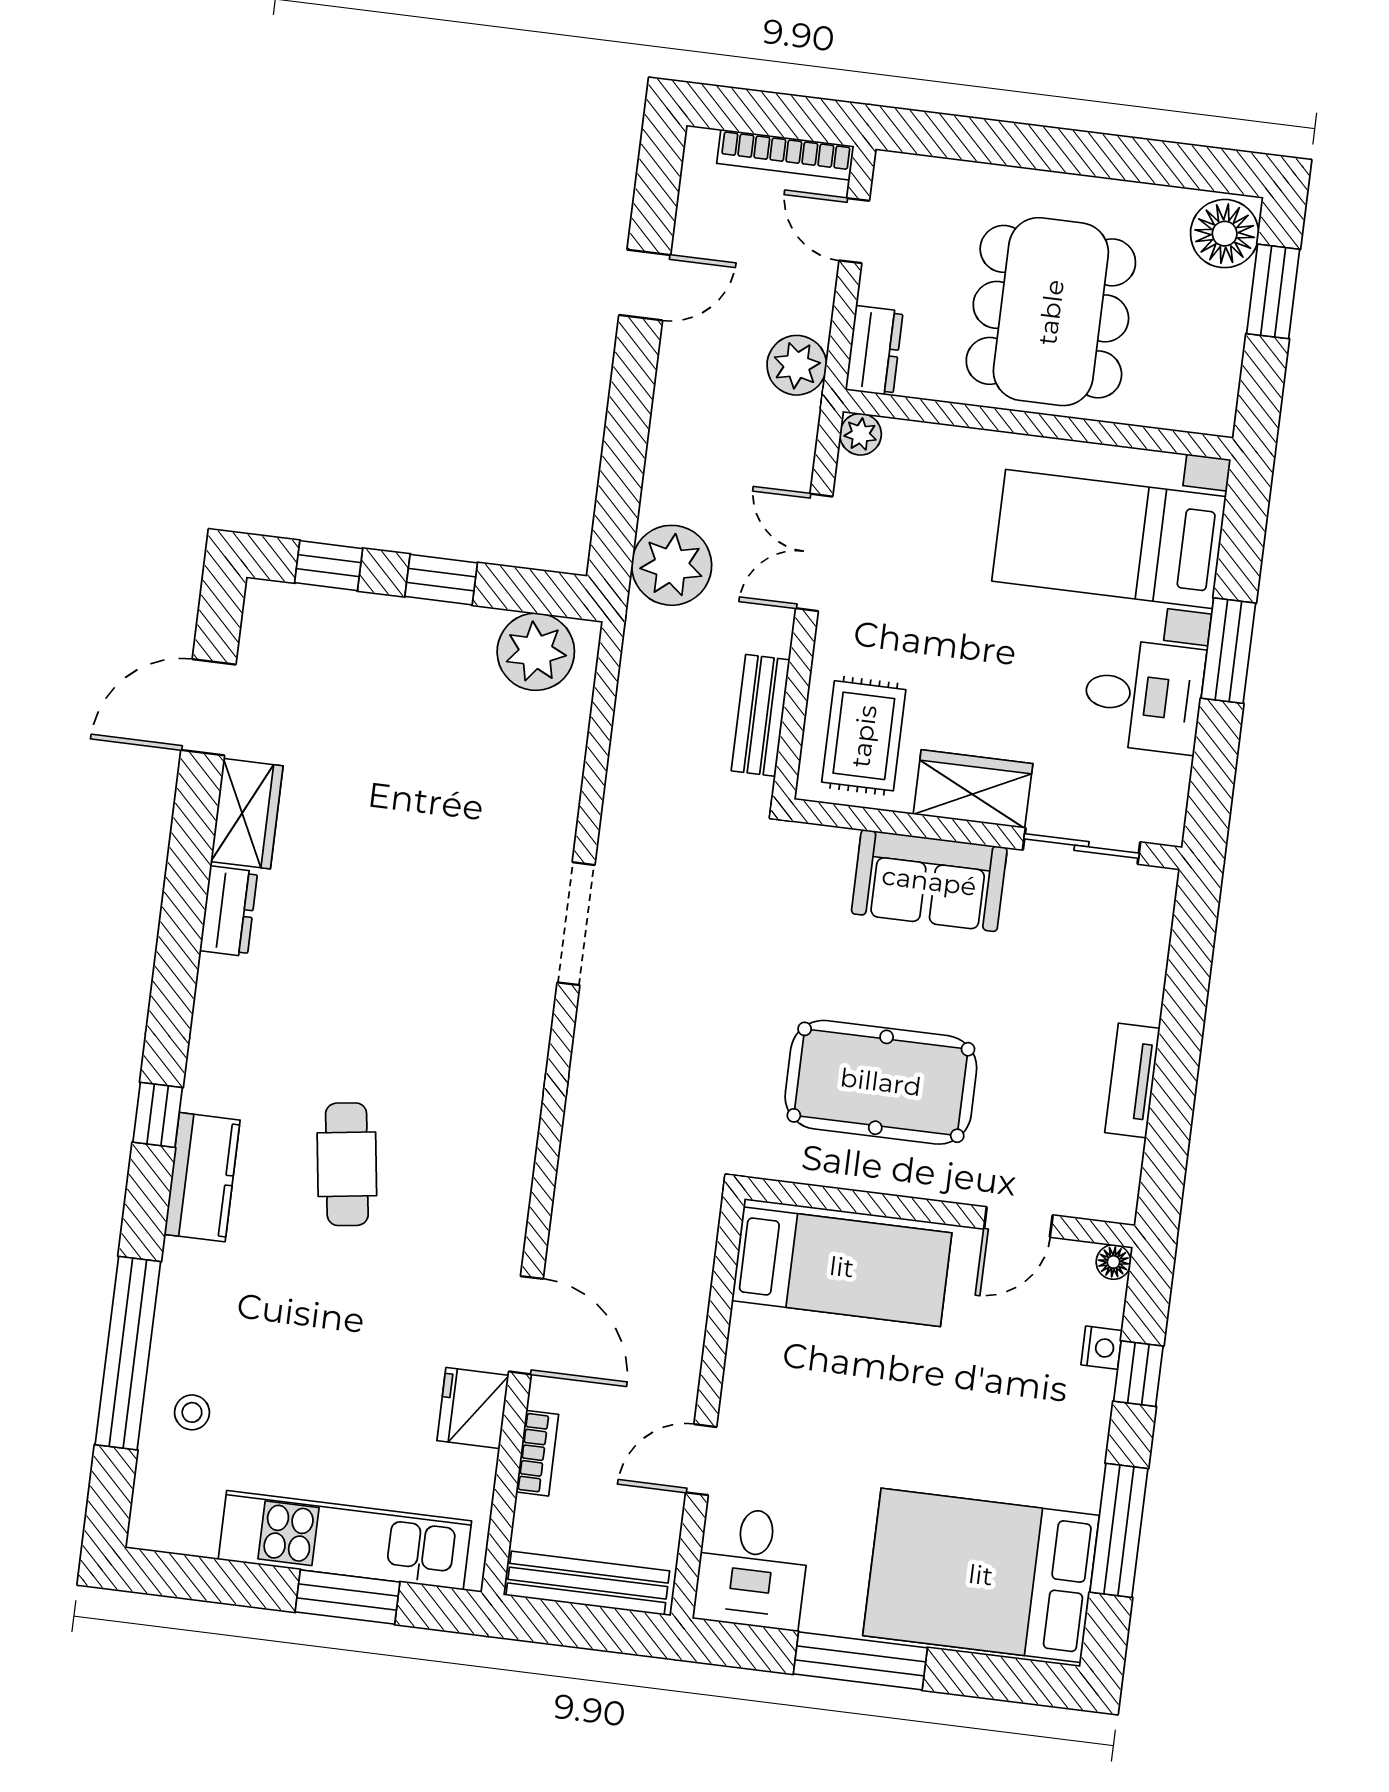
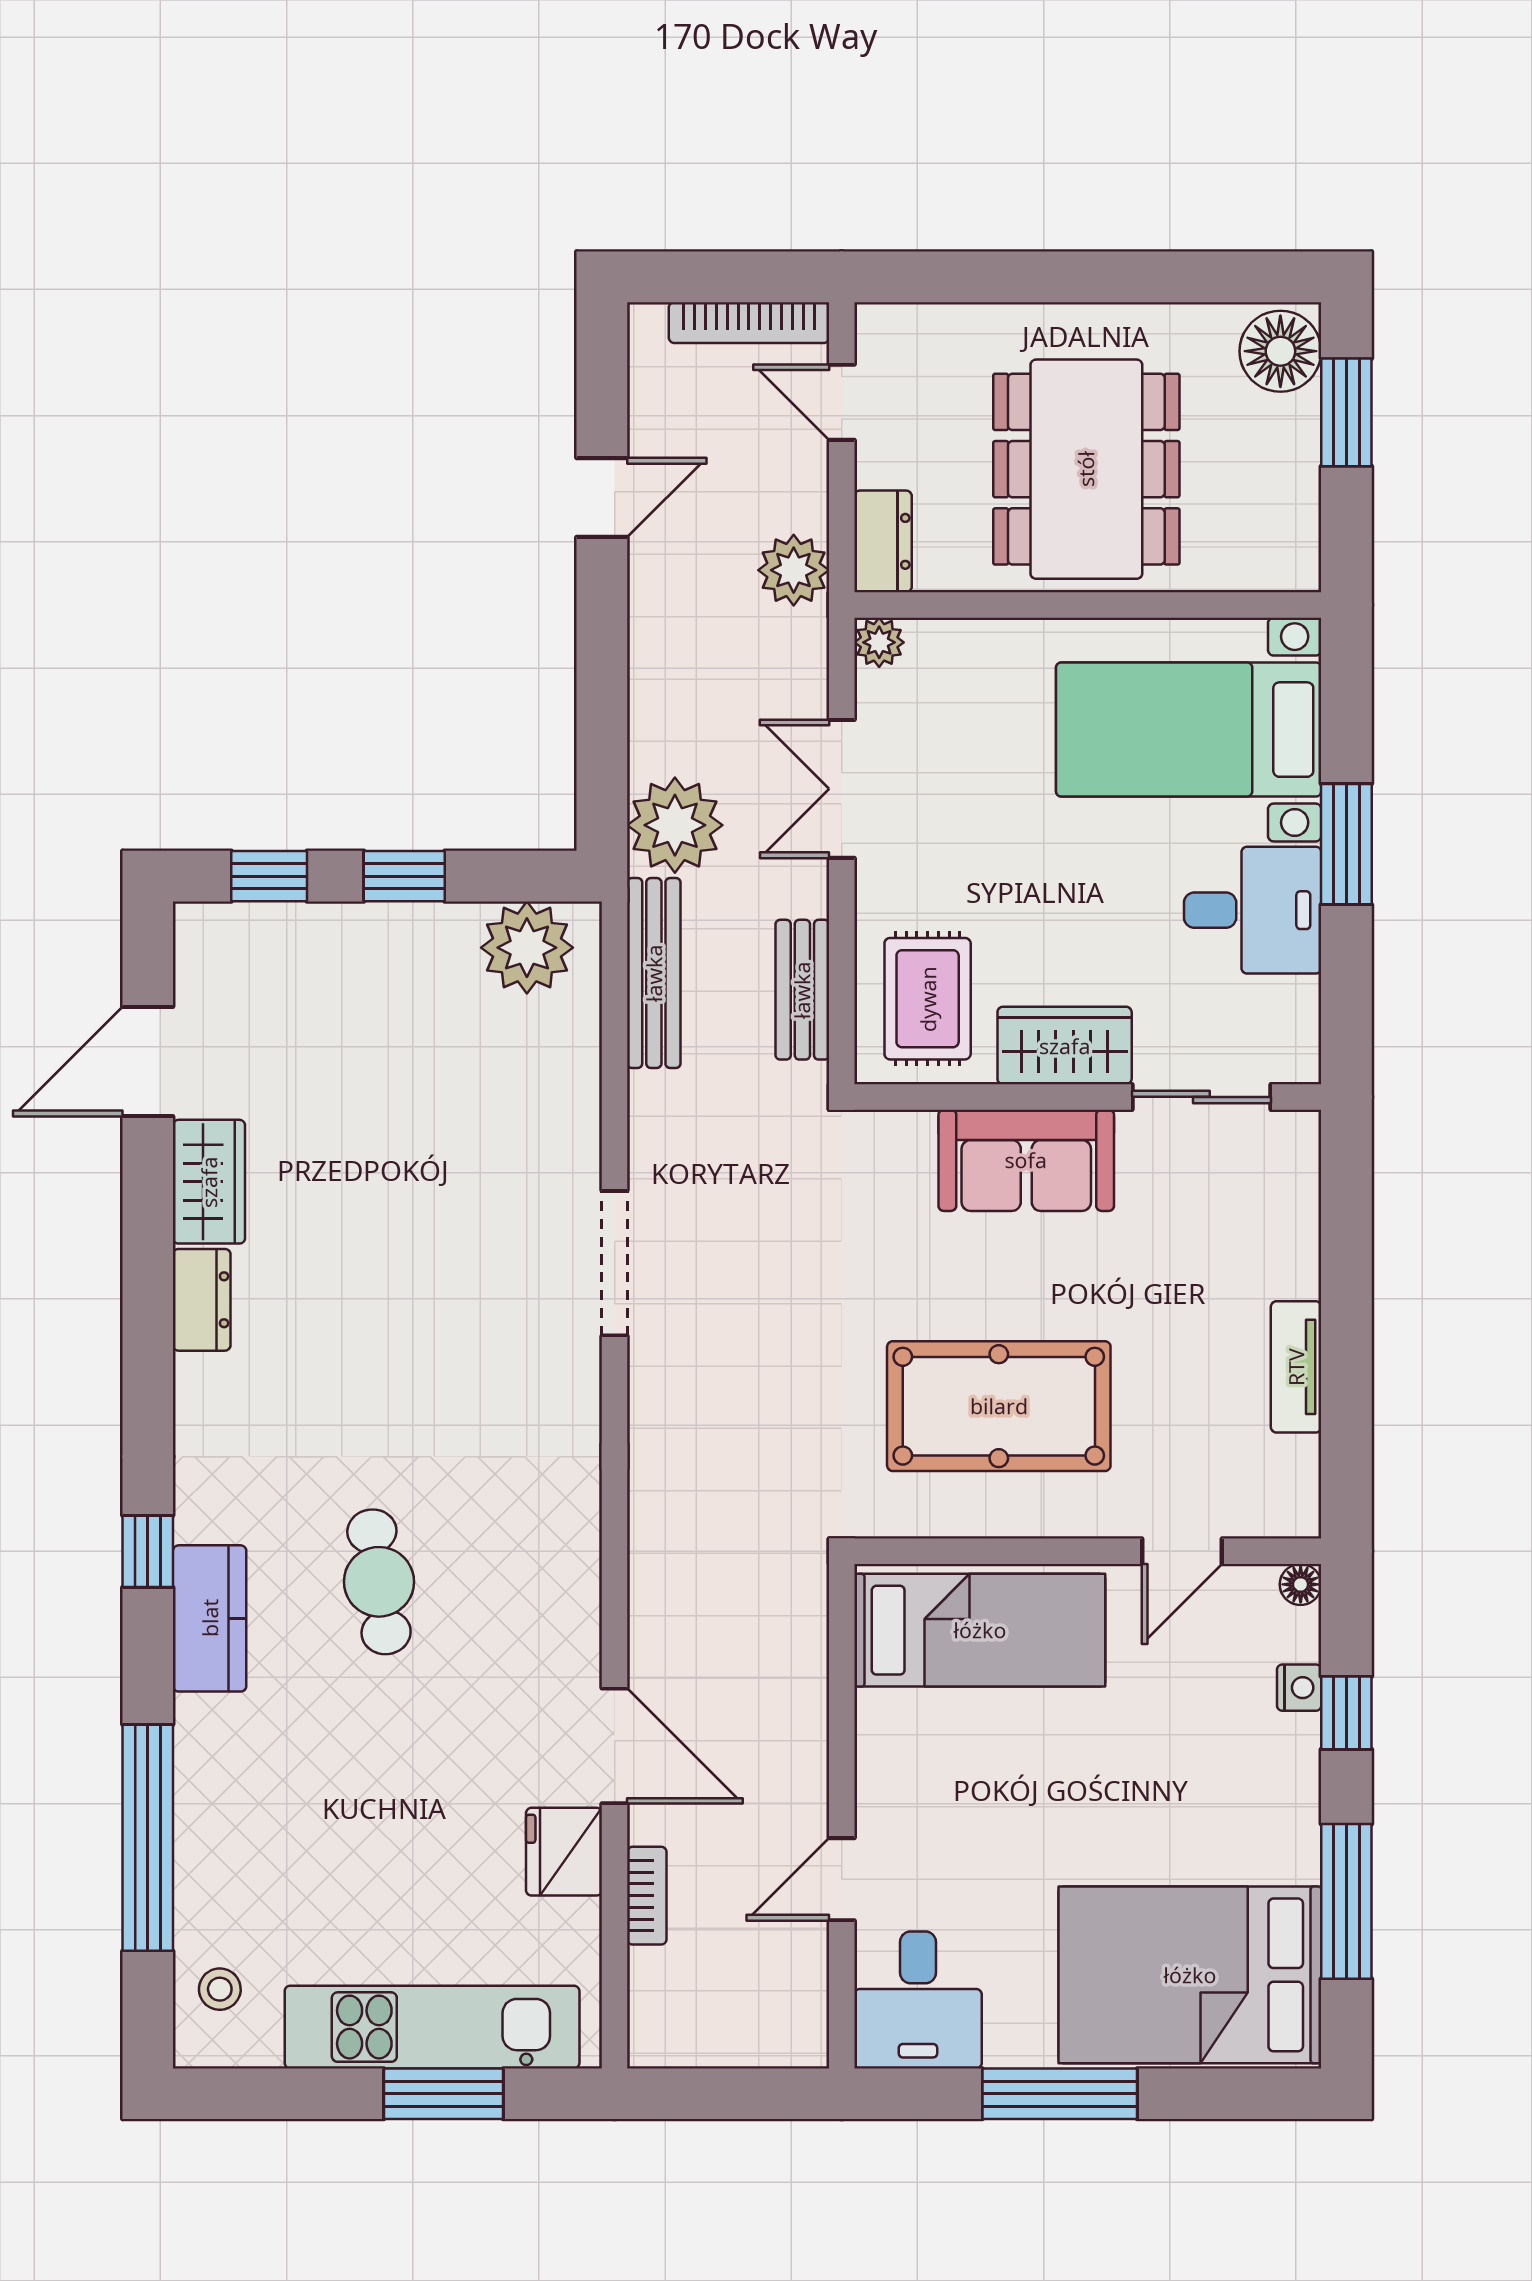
stool: (192, 1412) -> (220, 1989), moved
bench: (588, 1583) -> (654, 973), moved, turned 90

